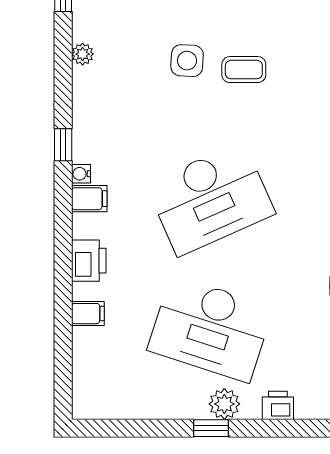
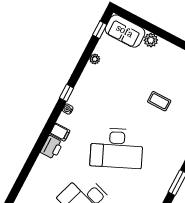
side table: (187, 61) -> (137, 85), removed
filing cabinet: (89, 199) -> (60, 132), moved
filing cabinet: (88, 314) -> (40, 169), removed

